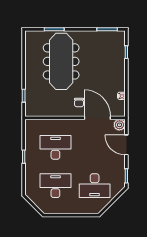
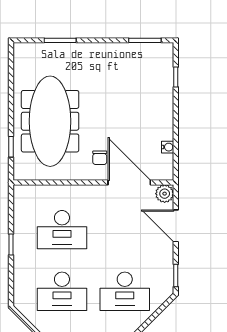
meeting table: (61, 61) -> (50, 121), moved
desk: (55, 147) -> (62, 230), turned 180
desk: (55, 186) -> (62, 291), turned 180

